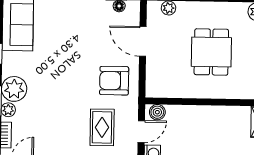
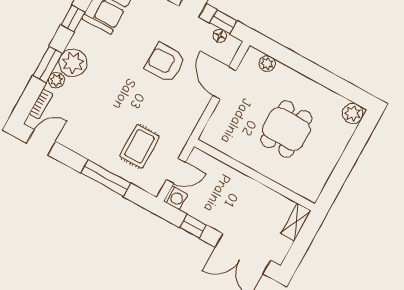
armchair: (114, 81) -> (165, 63), moved
boiler: (157, 112) -> (202, 160), removed

